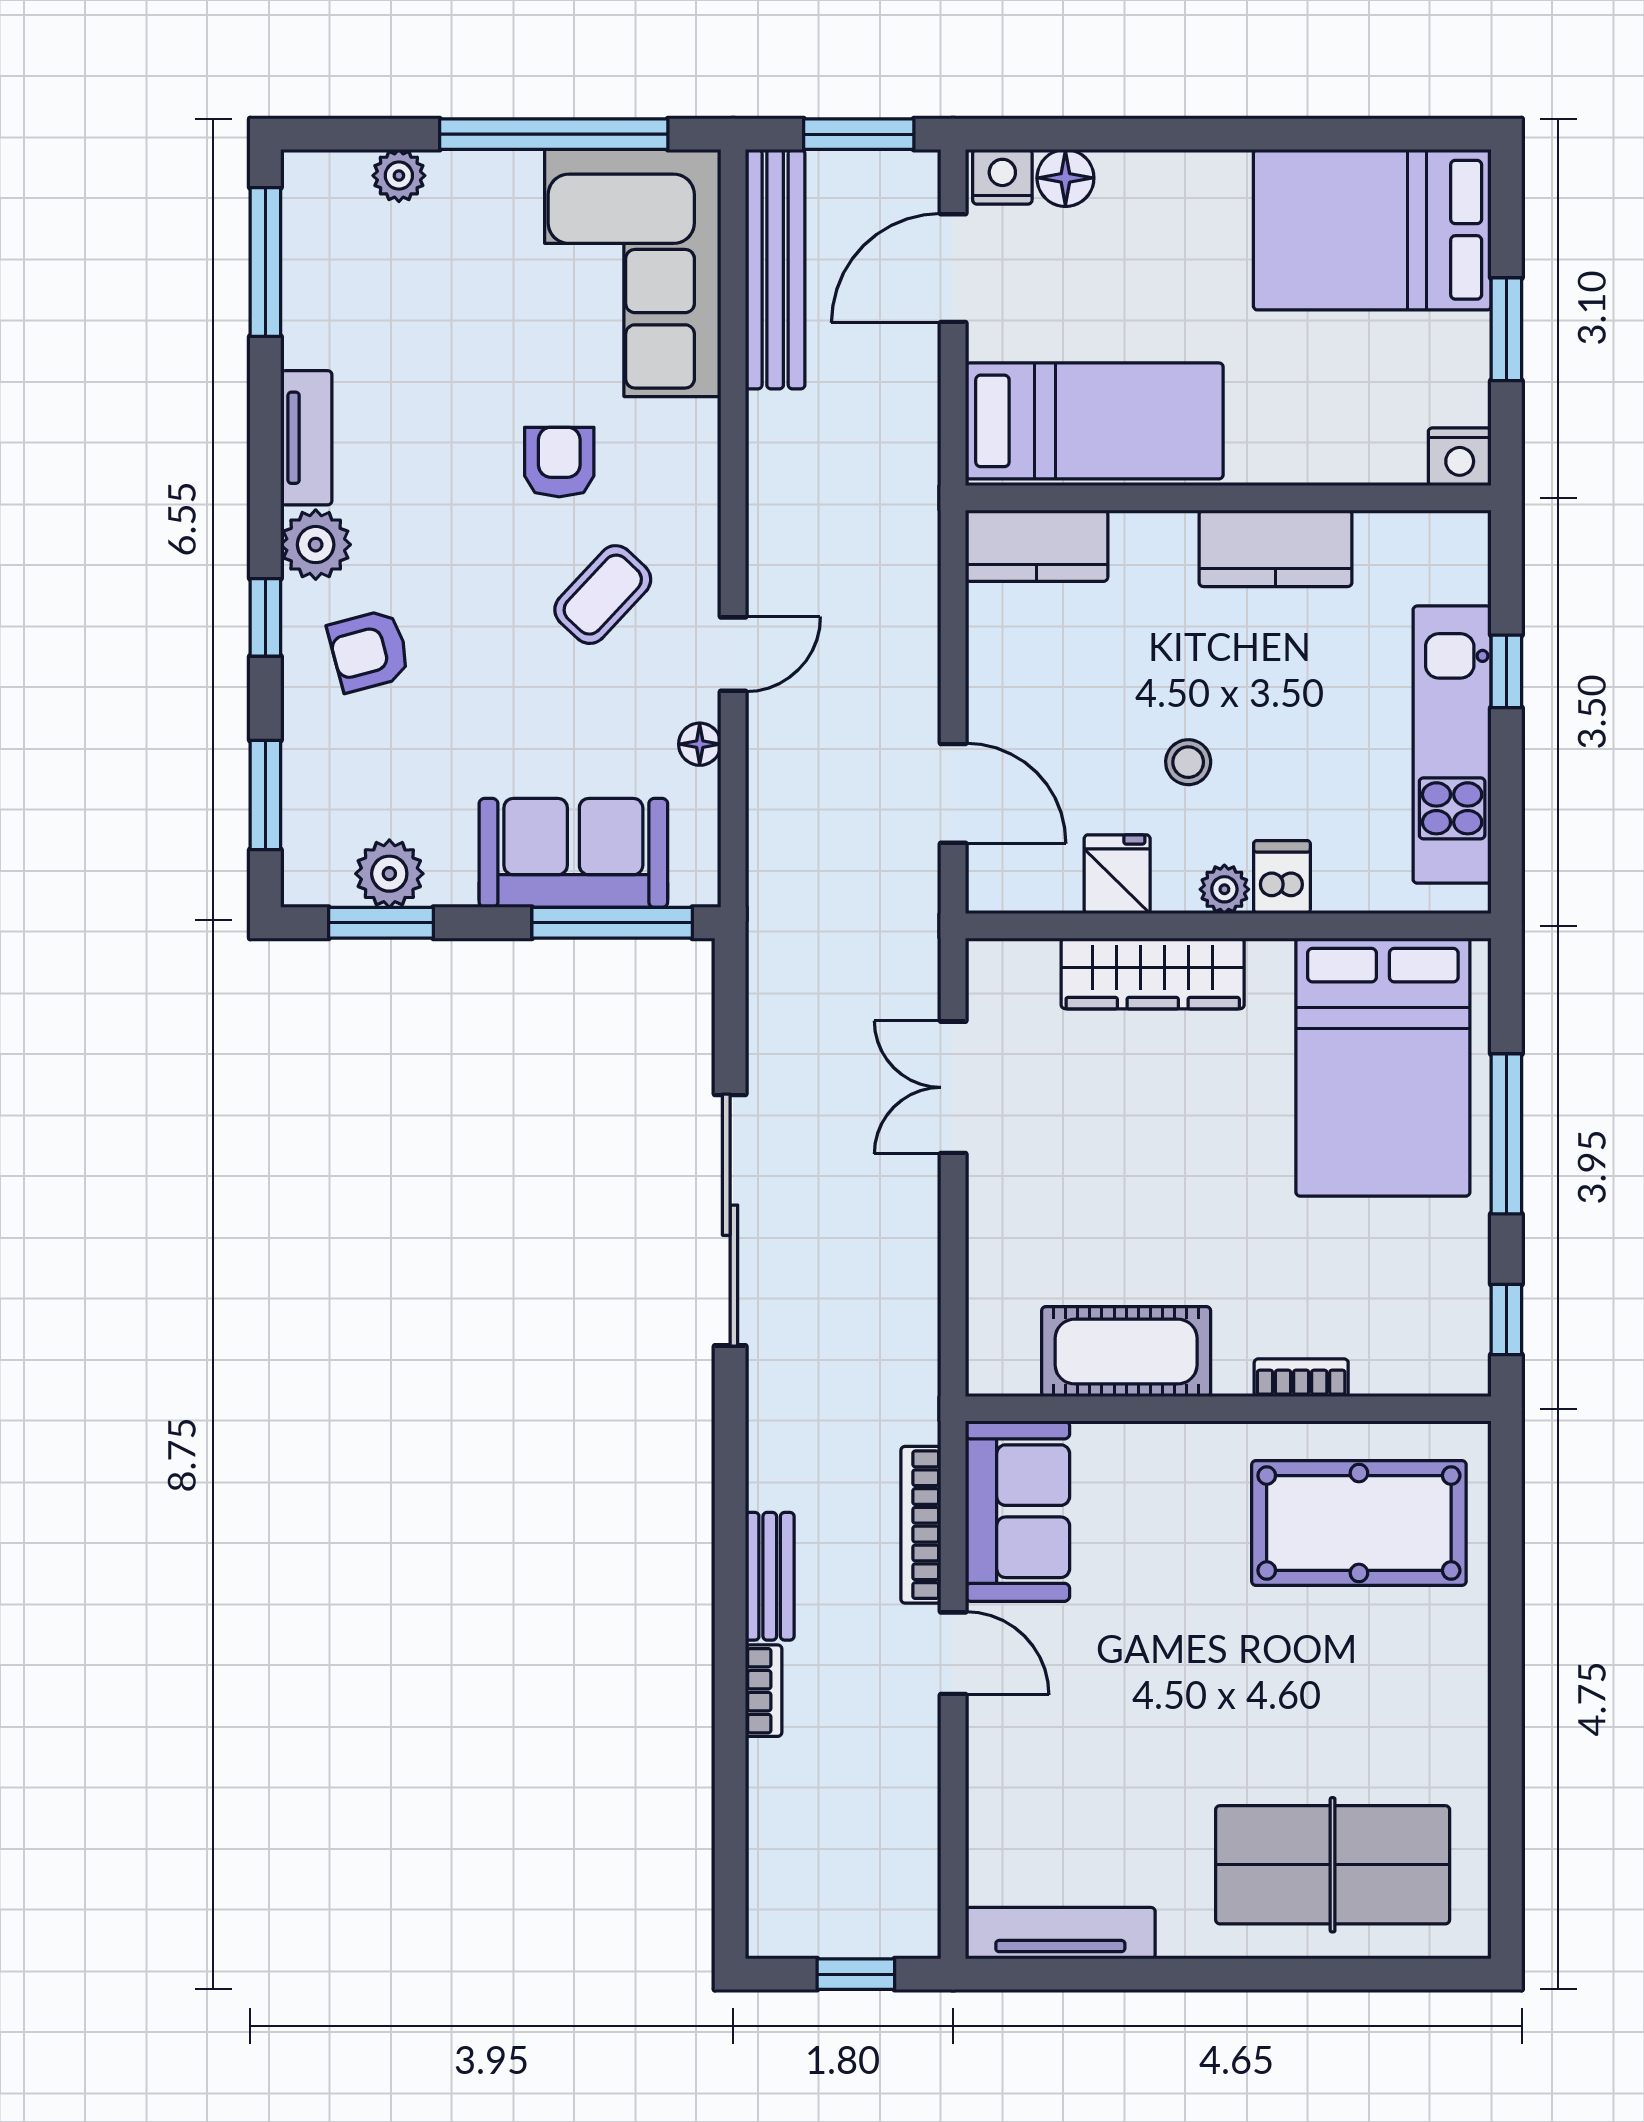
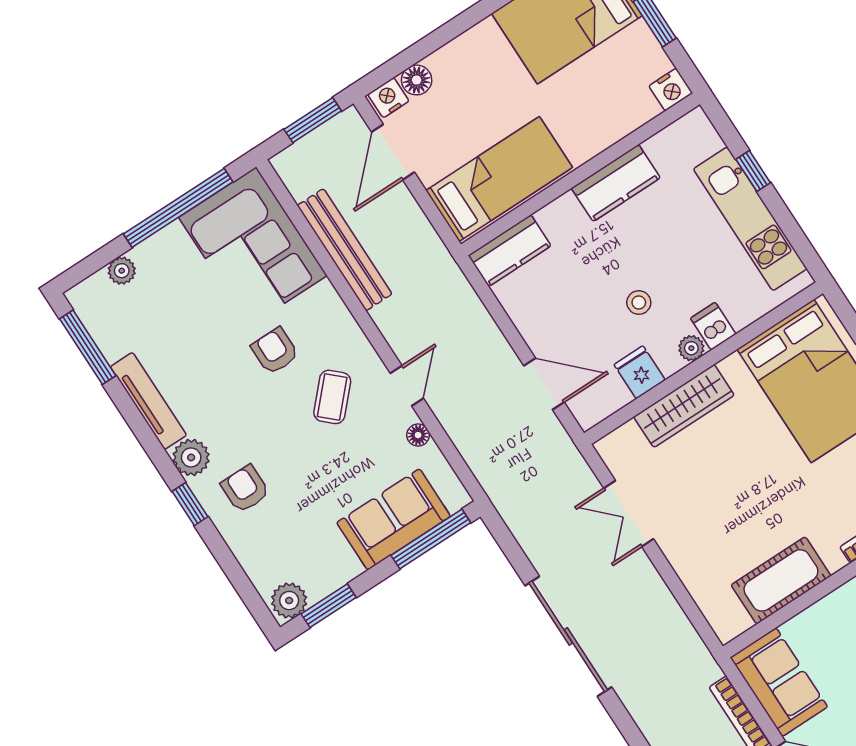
bench: (775, 269) -> (345, 250), moved
tv unit: (306, 438) -> (148, 401), width x1.41
armchair: (369, 651) -> (245, 489), turned 105
window: (265, 795) -> (241, 582), removed
plant: (389, 874) -> (289, 601), moved

